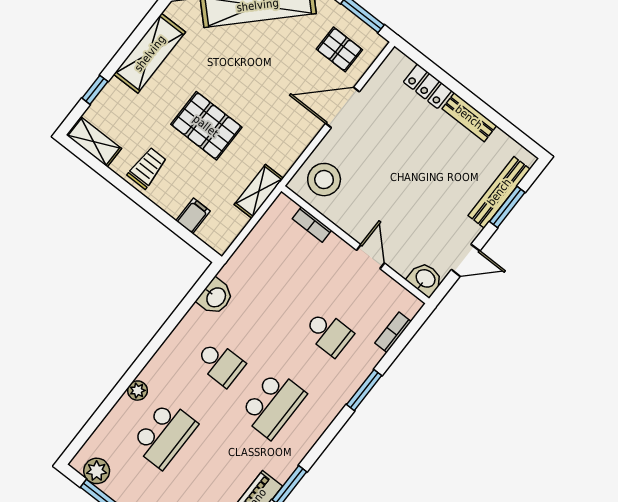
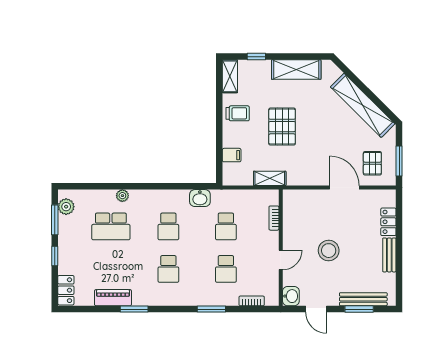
stool: (324, 180) -> (329, 251), moved
school desk: (276, 292) -> (226, 226), added
school desk: (273, 405) -> (168, 269), width x0.54

